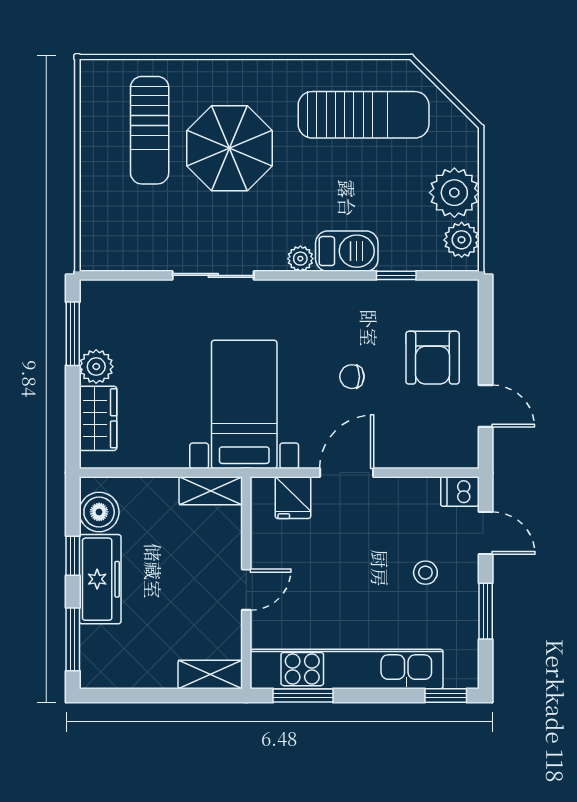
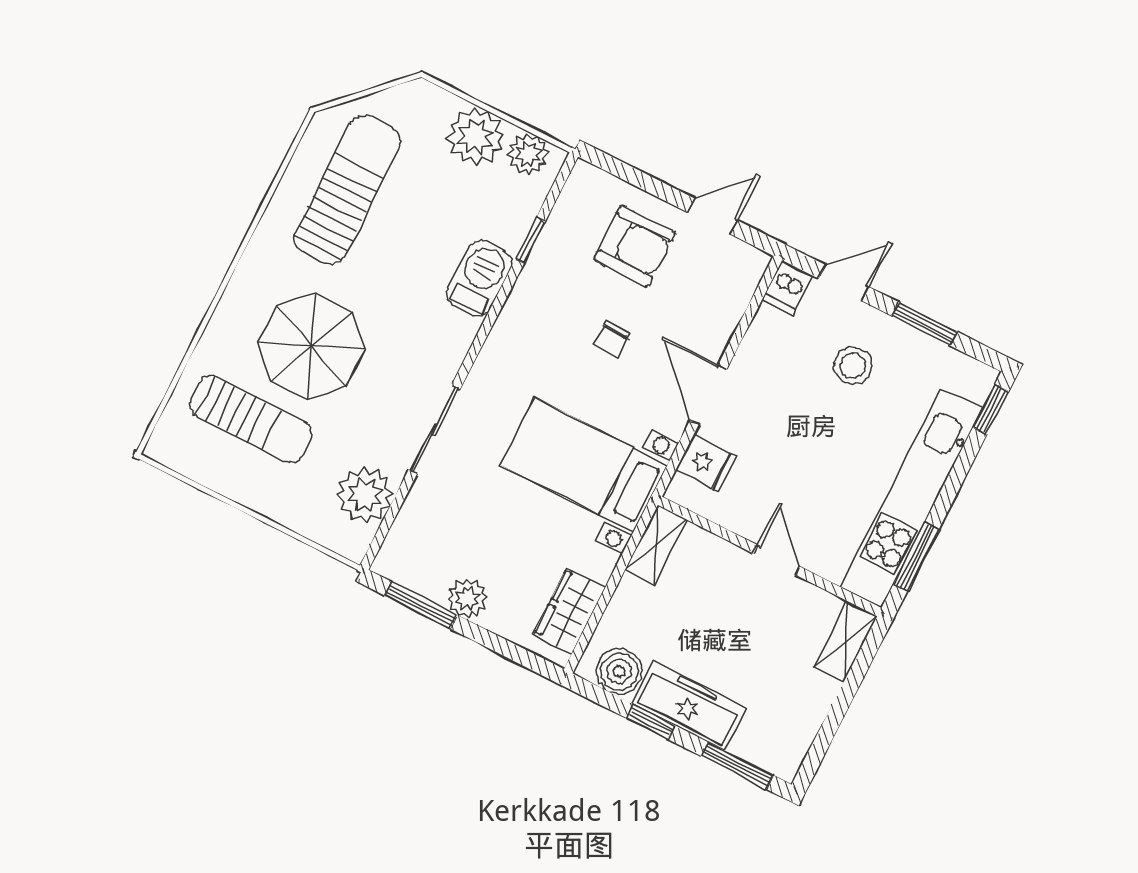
plant: (300, 259) -> (365, 495), moved, width x1.88, depth x1.88
wardrobe: (98, 418) -> (569, 611), moved, turned -90
stool: (425, 573) -> (853, 366), width x1.37, depth x1.37

